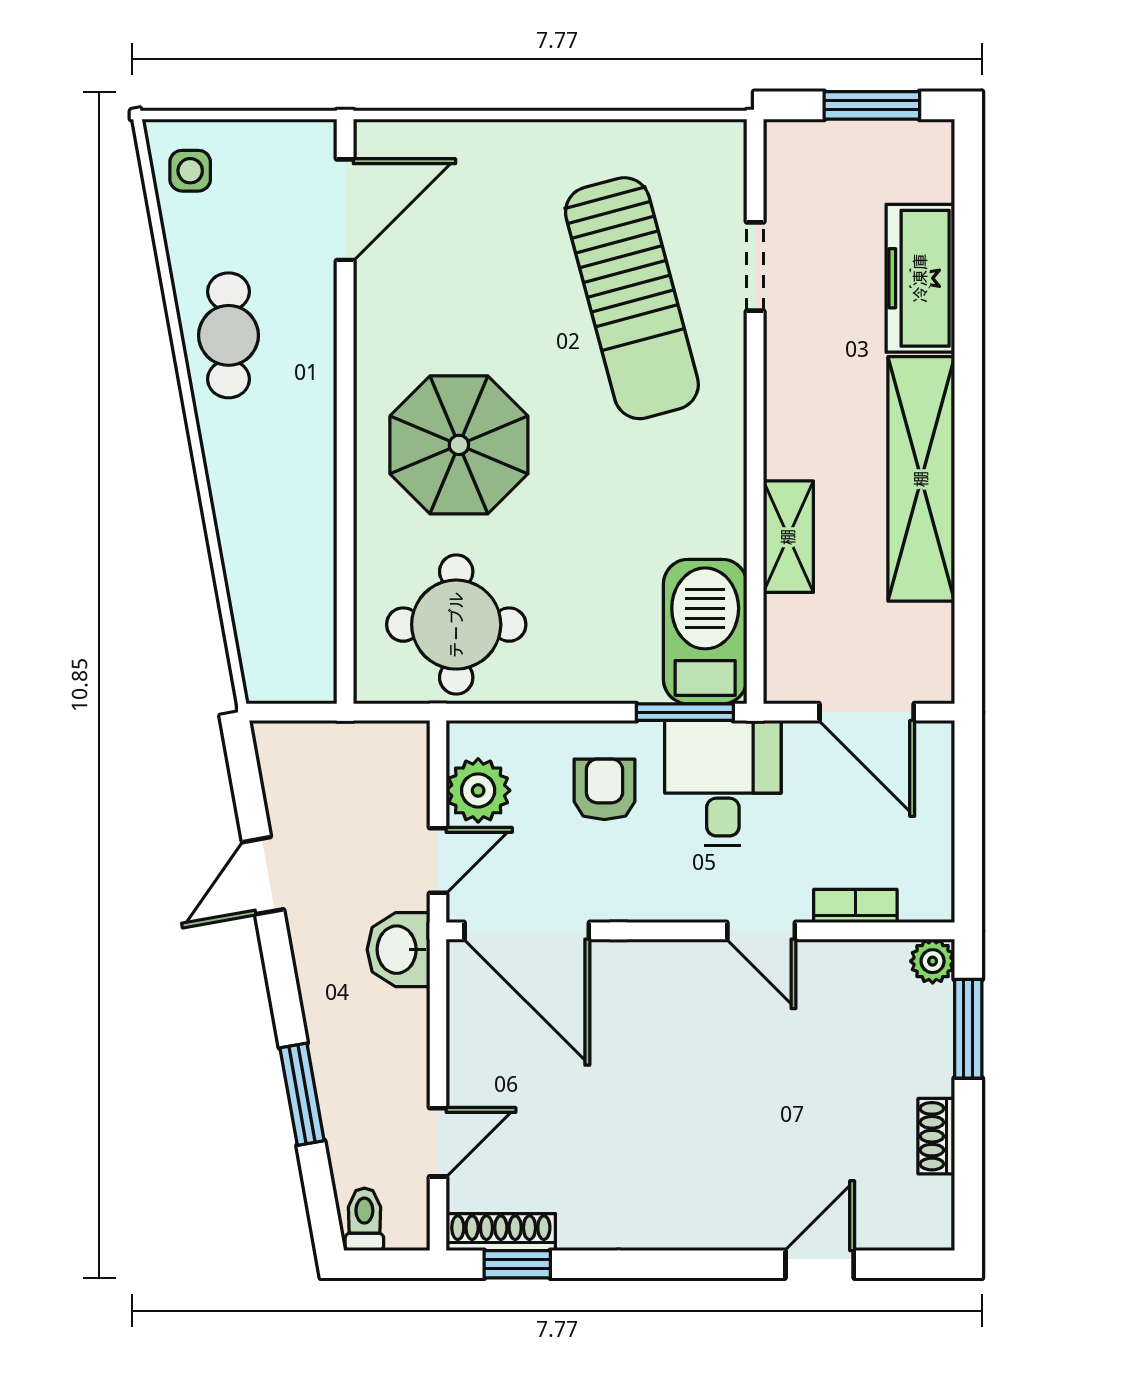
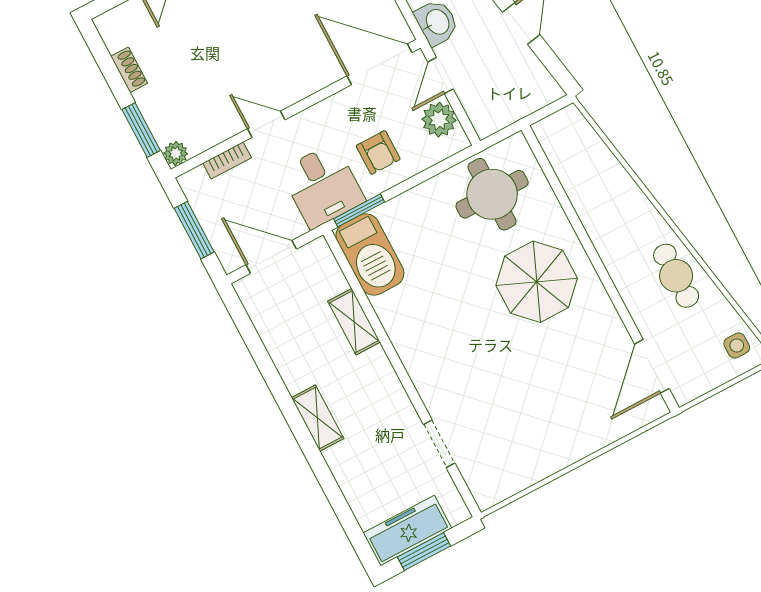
freezer: (920, 278) -> (407, 531), moved, turned -90
sun lounger: (632, 298) -> (491, 397), removed
shelving: (921, 479) -> (318, 418), width x0.45, depth x0.75
window: (968, 821) -> (194, 230), added

